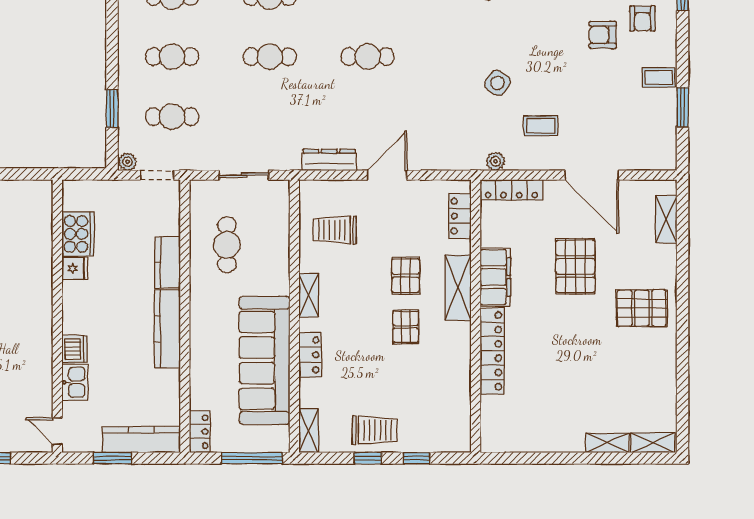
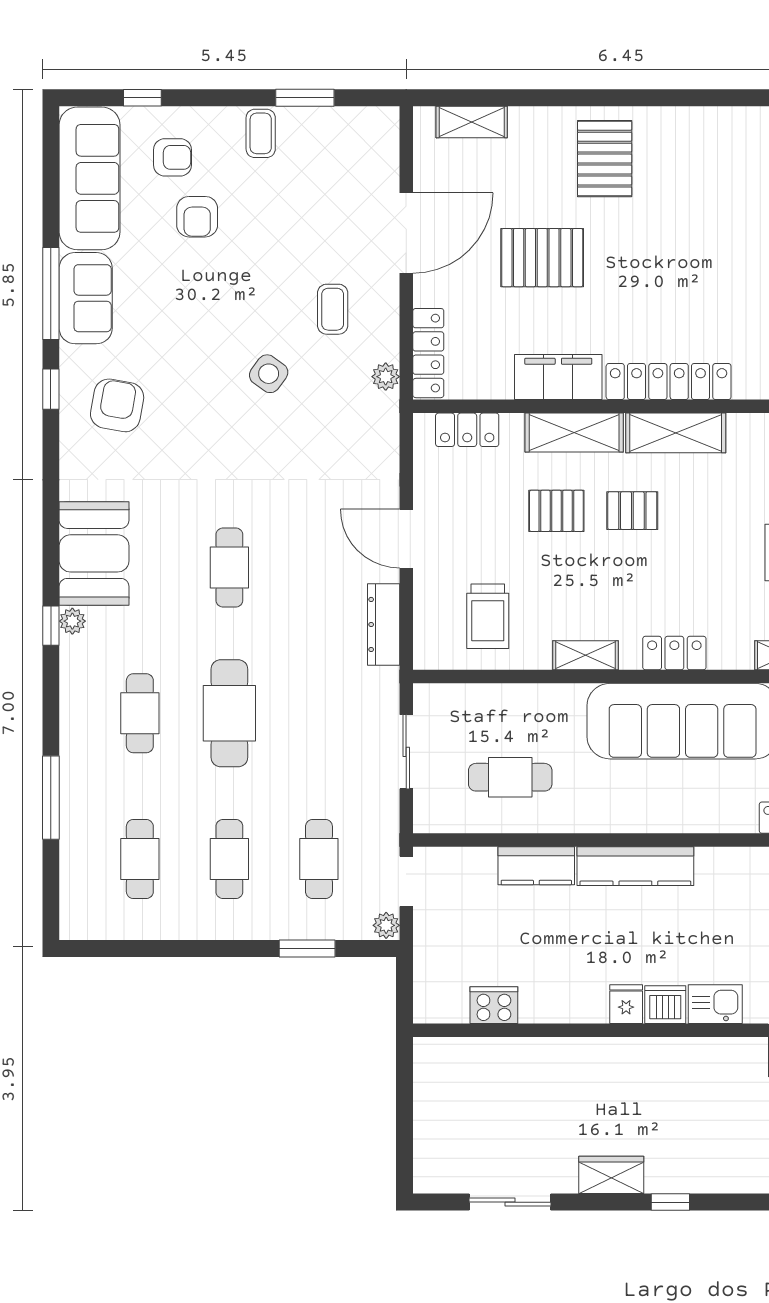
cafe table: (270, 57) -> (229, 713), width x1.37, depth x1.35
cooker: (78, 234) -> (494, 1005), width x0.73, depth x0.76
fridge: (75, 269) -> (626, 1004), moved
shelving: (458, 356) -> (676, 433), added

